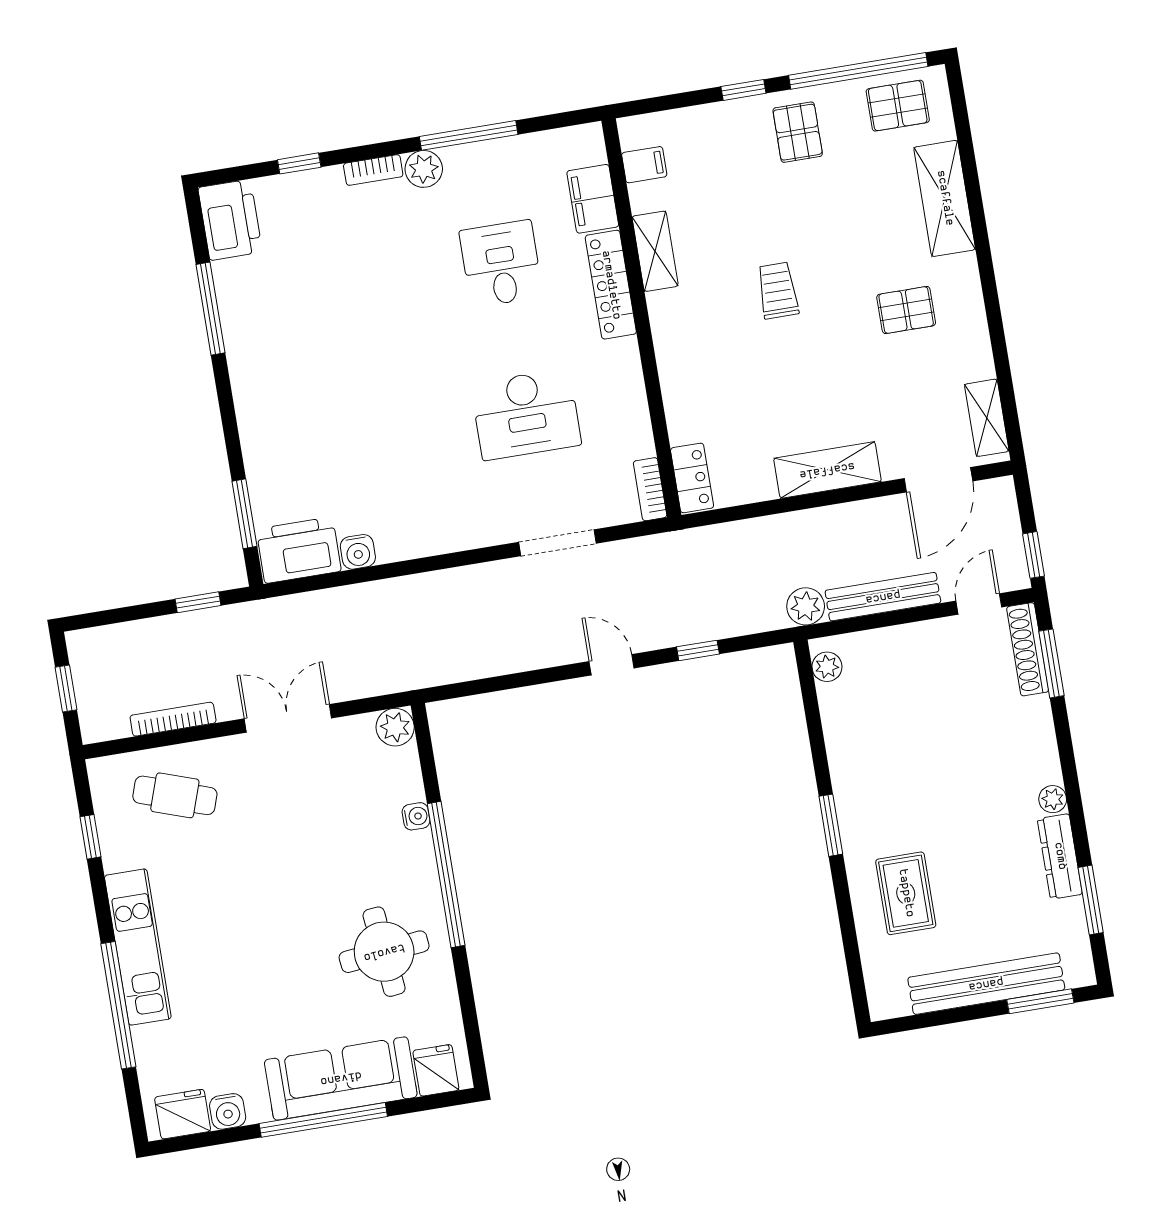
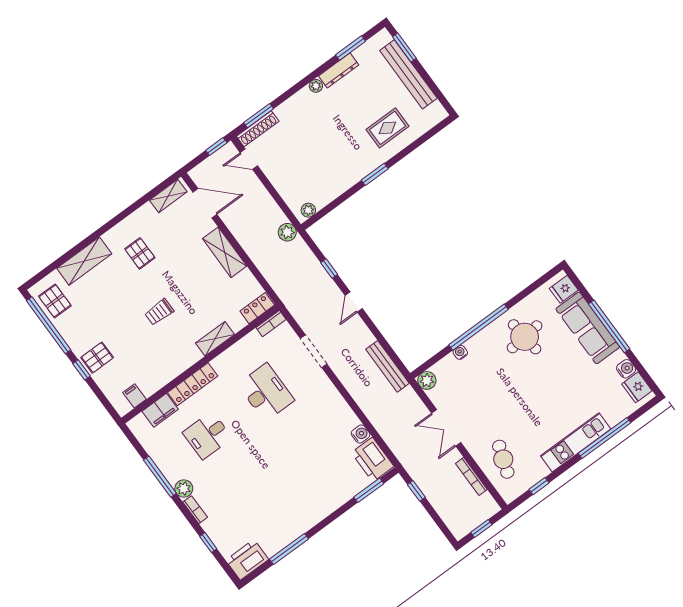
pallet: (798, 132) -> (97, 358), moved
shelving: (655, 251) -> (215, 339), moved
bench: (883, 597) -> (388, 366), moved

